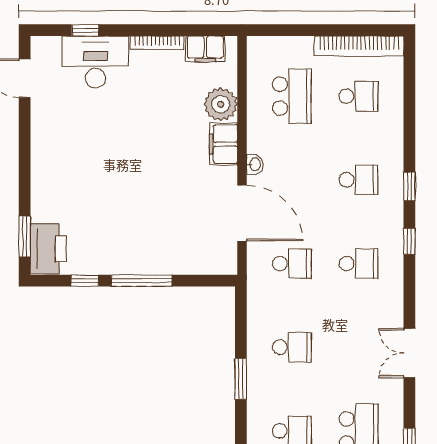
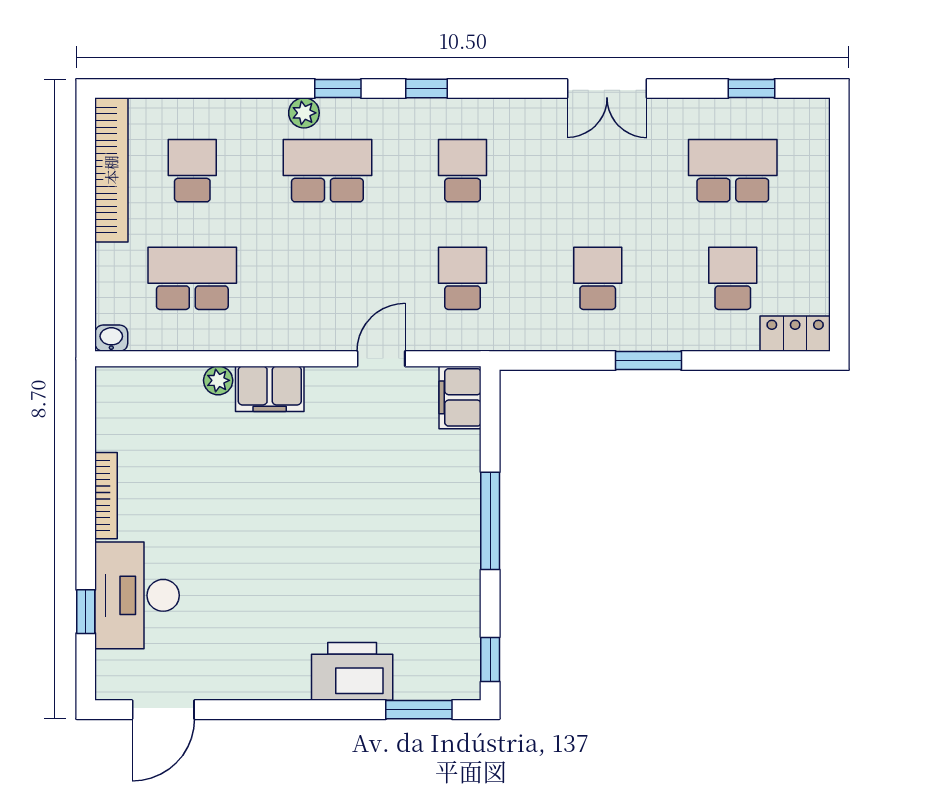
filing cabinet: (205, 49) -> (460, 397), moved, turned 180
plant: (221, 104) -> (218, 380), width x0.53, depth x0.53
washbasin: (255, 164) -> (111, 338), moved
plant: (394, 165) -> (304, 113), added
school desk: (358, 180) -> (327, 171), width x1.85
door: (242, 213) -> (381, 359), width x0.53
printer: (48, 249) -> (352, 671), moved
window: (85, 281) -> (490, 659), moved

